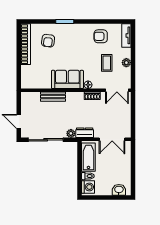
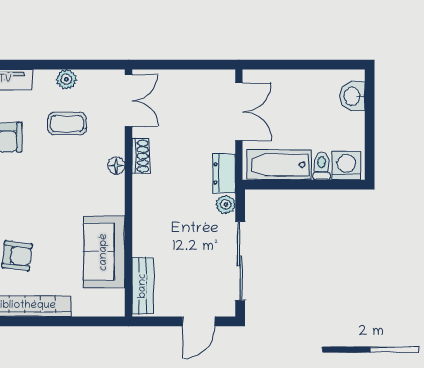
sofa: (67, 79) -> (104, 252), moved
bench: (53, 97) -> (143, 286), moved

